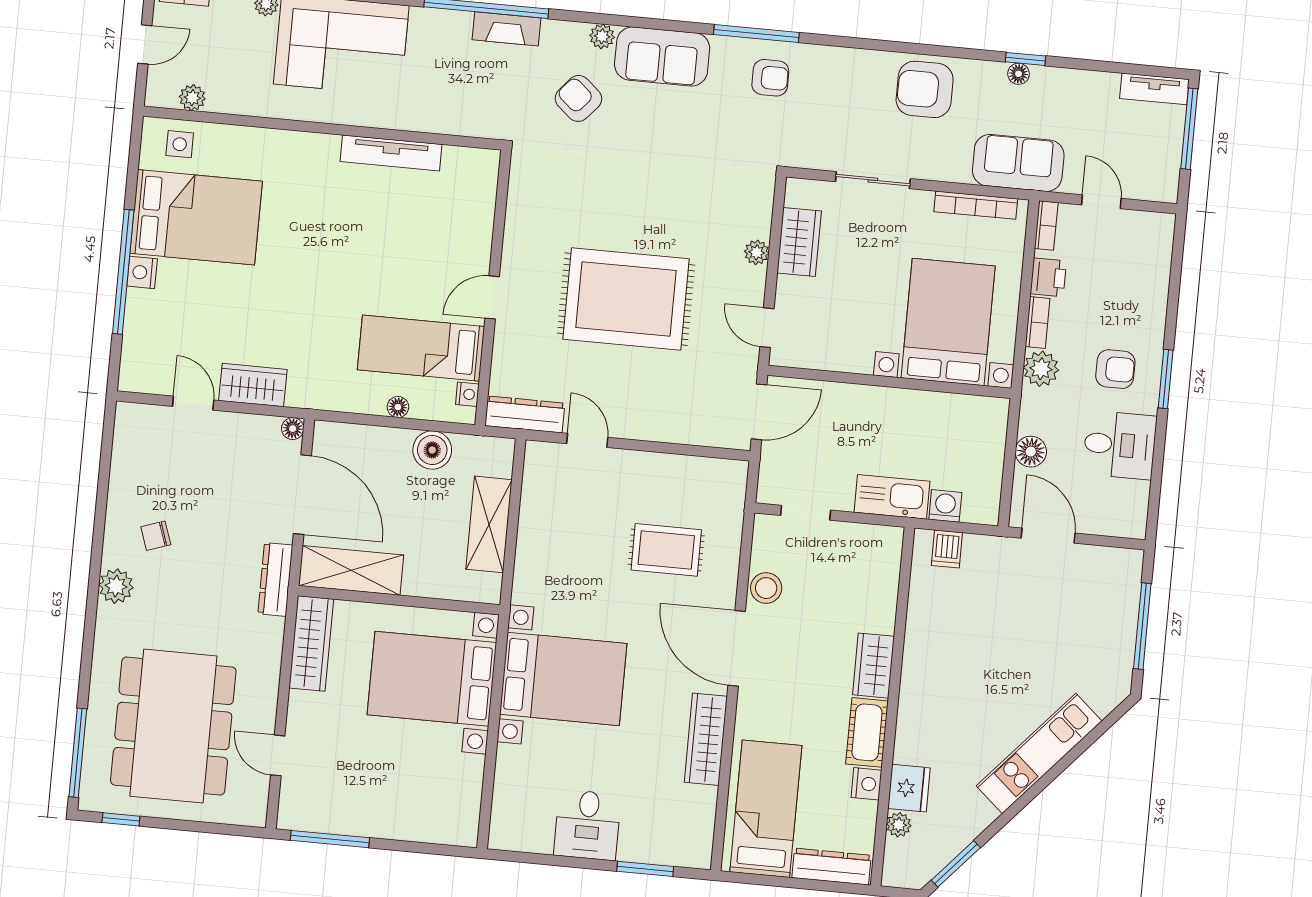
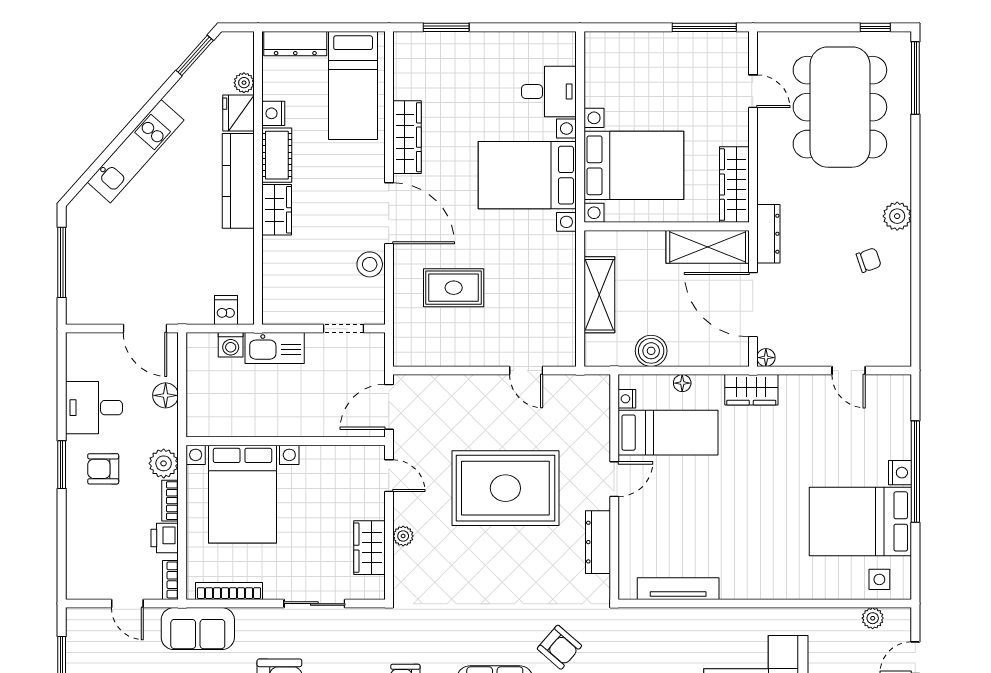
tv unit: (391, 153) -> (678, 589), moved
wardrobe: (253, 385) -> (751, 390), moved
dresser: (525, 414) -> (598, 542), moved, turned 90
kitchen counter: (917, 705) -> (238, 181), added
desk: (587, 825) -> (549, 92), moved, turned 90

